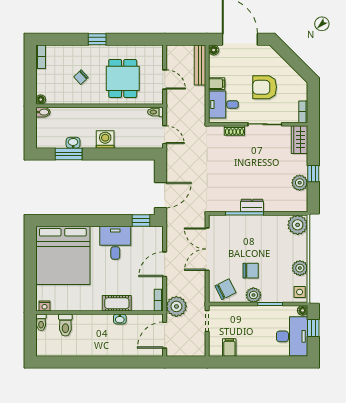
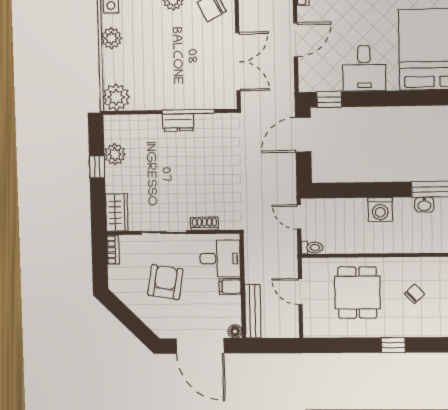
armchair: (265, 87) -> (165, 282), turned -81
chair: (251, 271) -> (178, 33), removed

